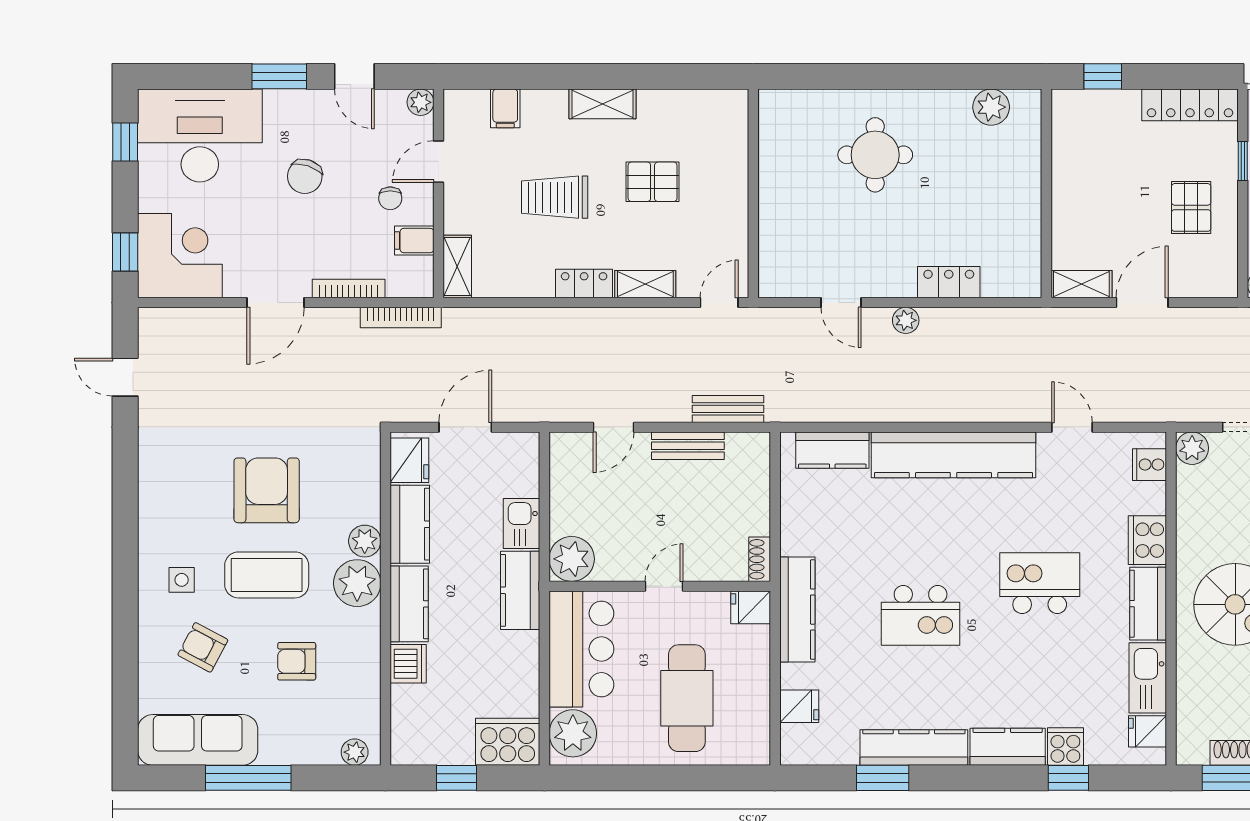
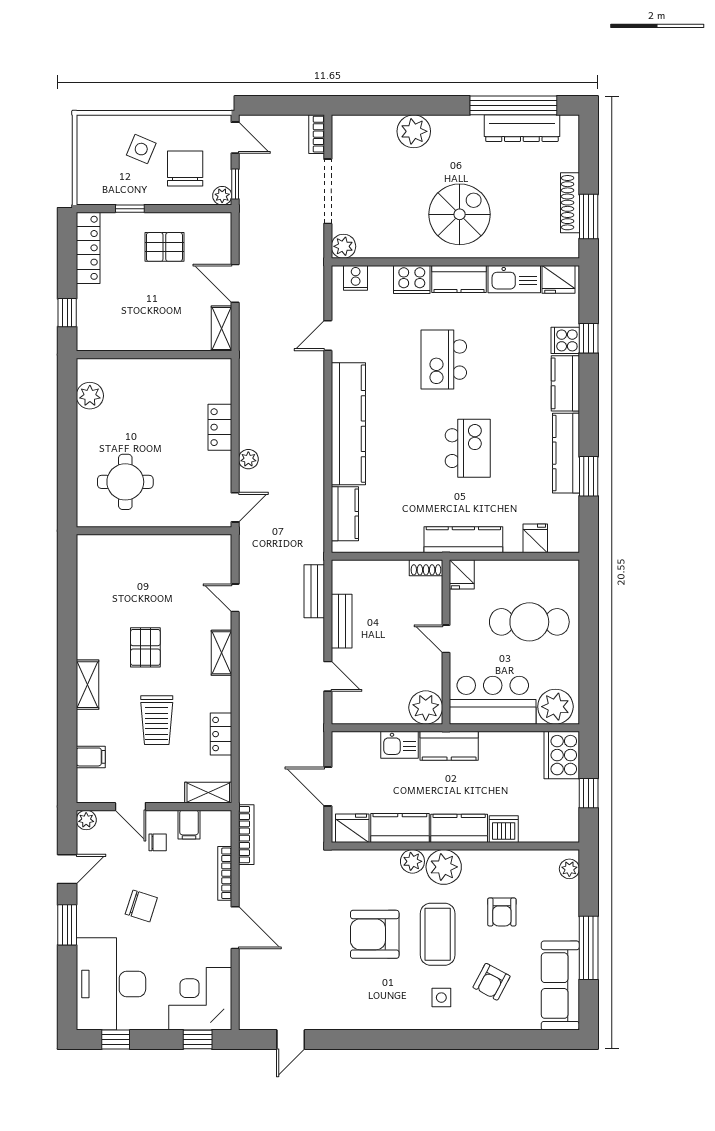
wall: (753, 193) -> (154, 531), moved
locker: (584, 283) -> (221, 734), moved
fridge: (1148, 731) -> (559, 279), width x1.38

